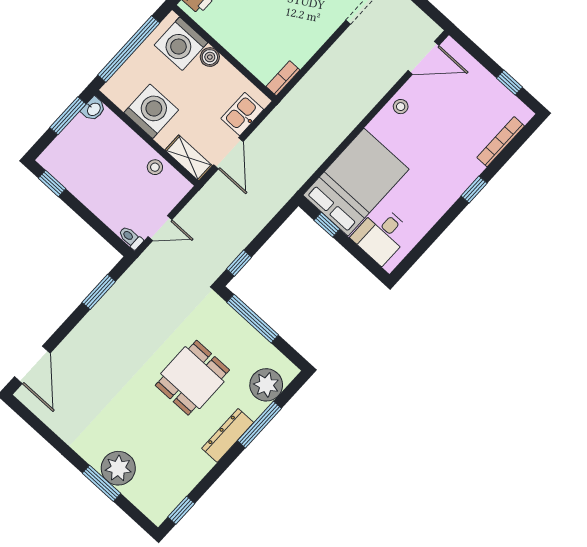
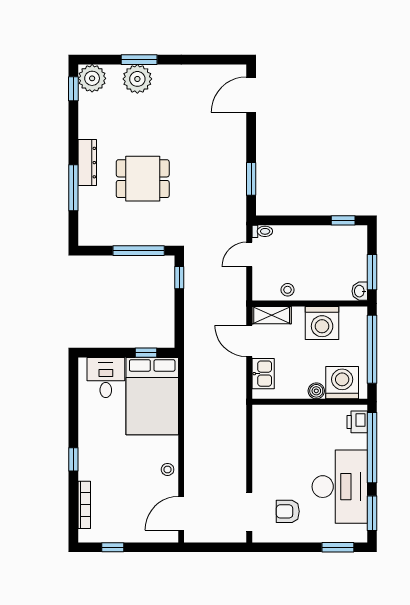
bookcase: (283, 78) -> (258, 420), removed
door: (32, 365) -> (251, 95), hinge flipped
dining table: (192, 378) -> (143, 179), turned 90
plant: (266, 385) -> (92, 78), moved

